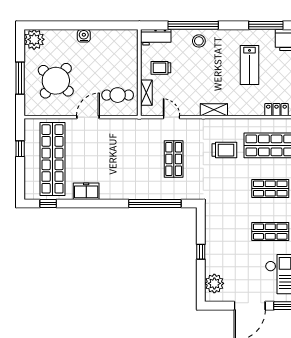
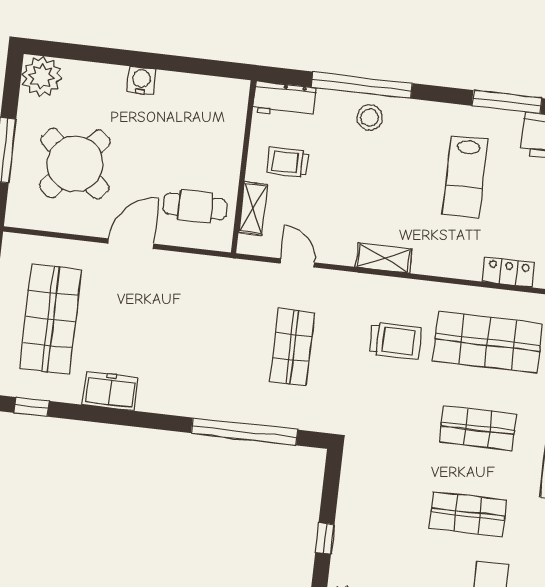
shop shelf: (53, 159) -> (50, 319), width x0.71

